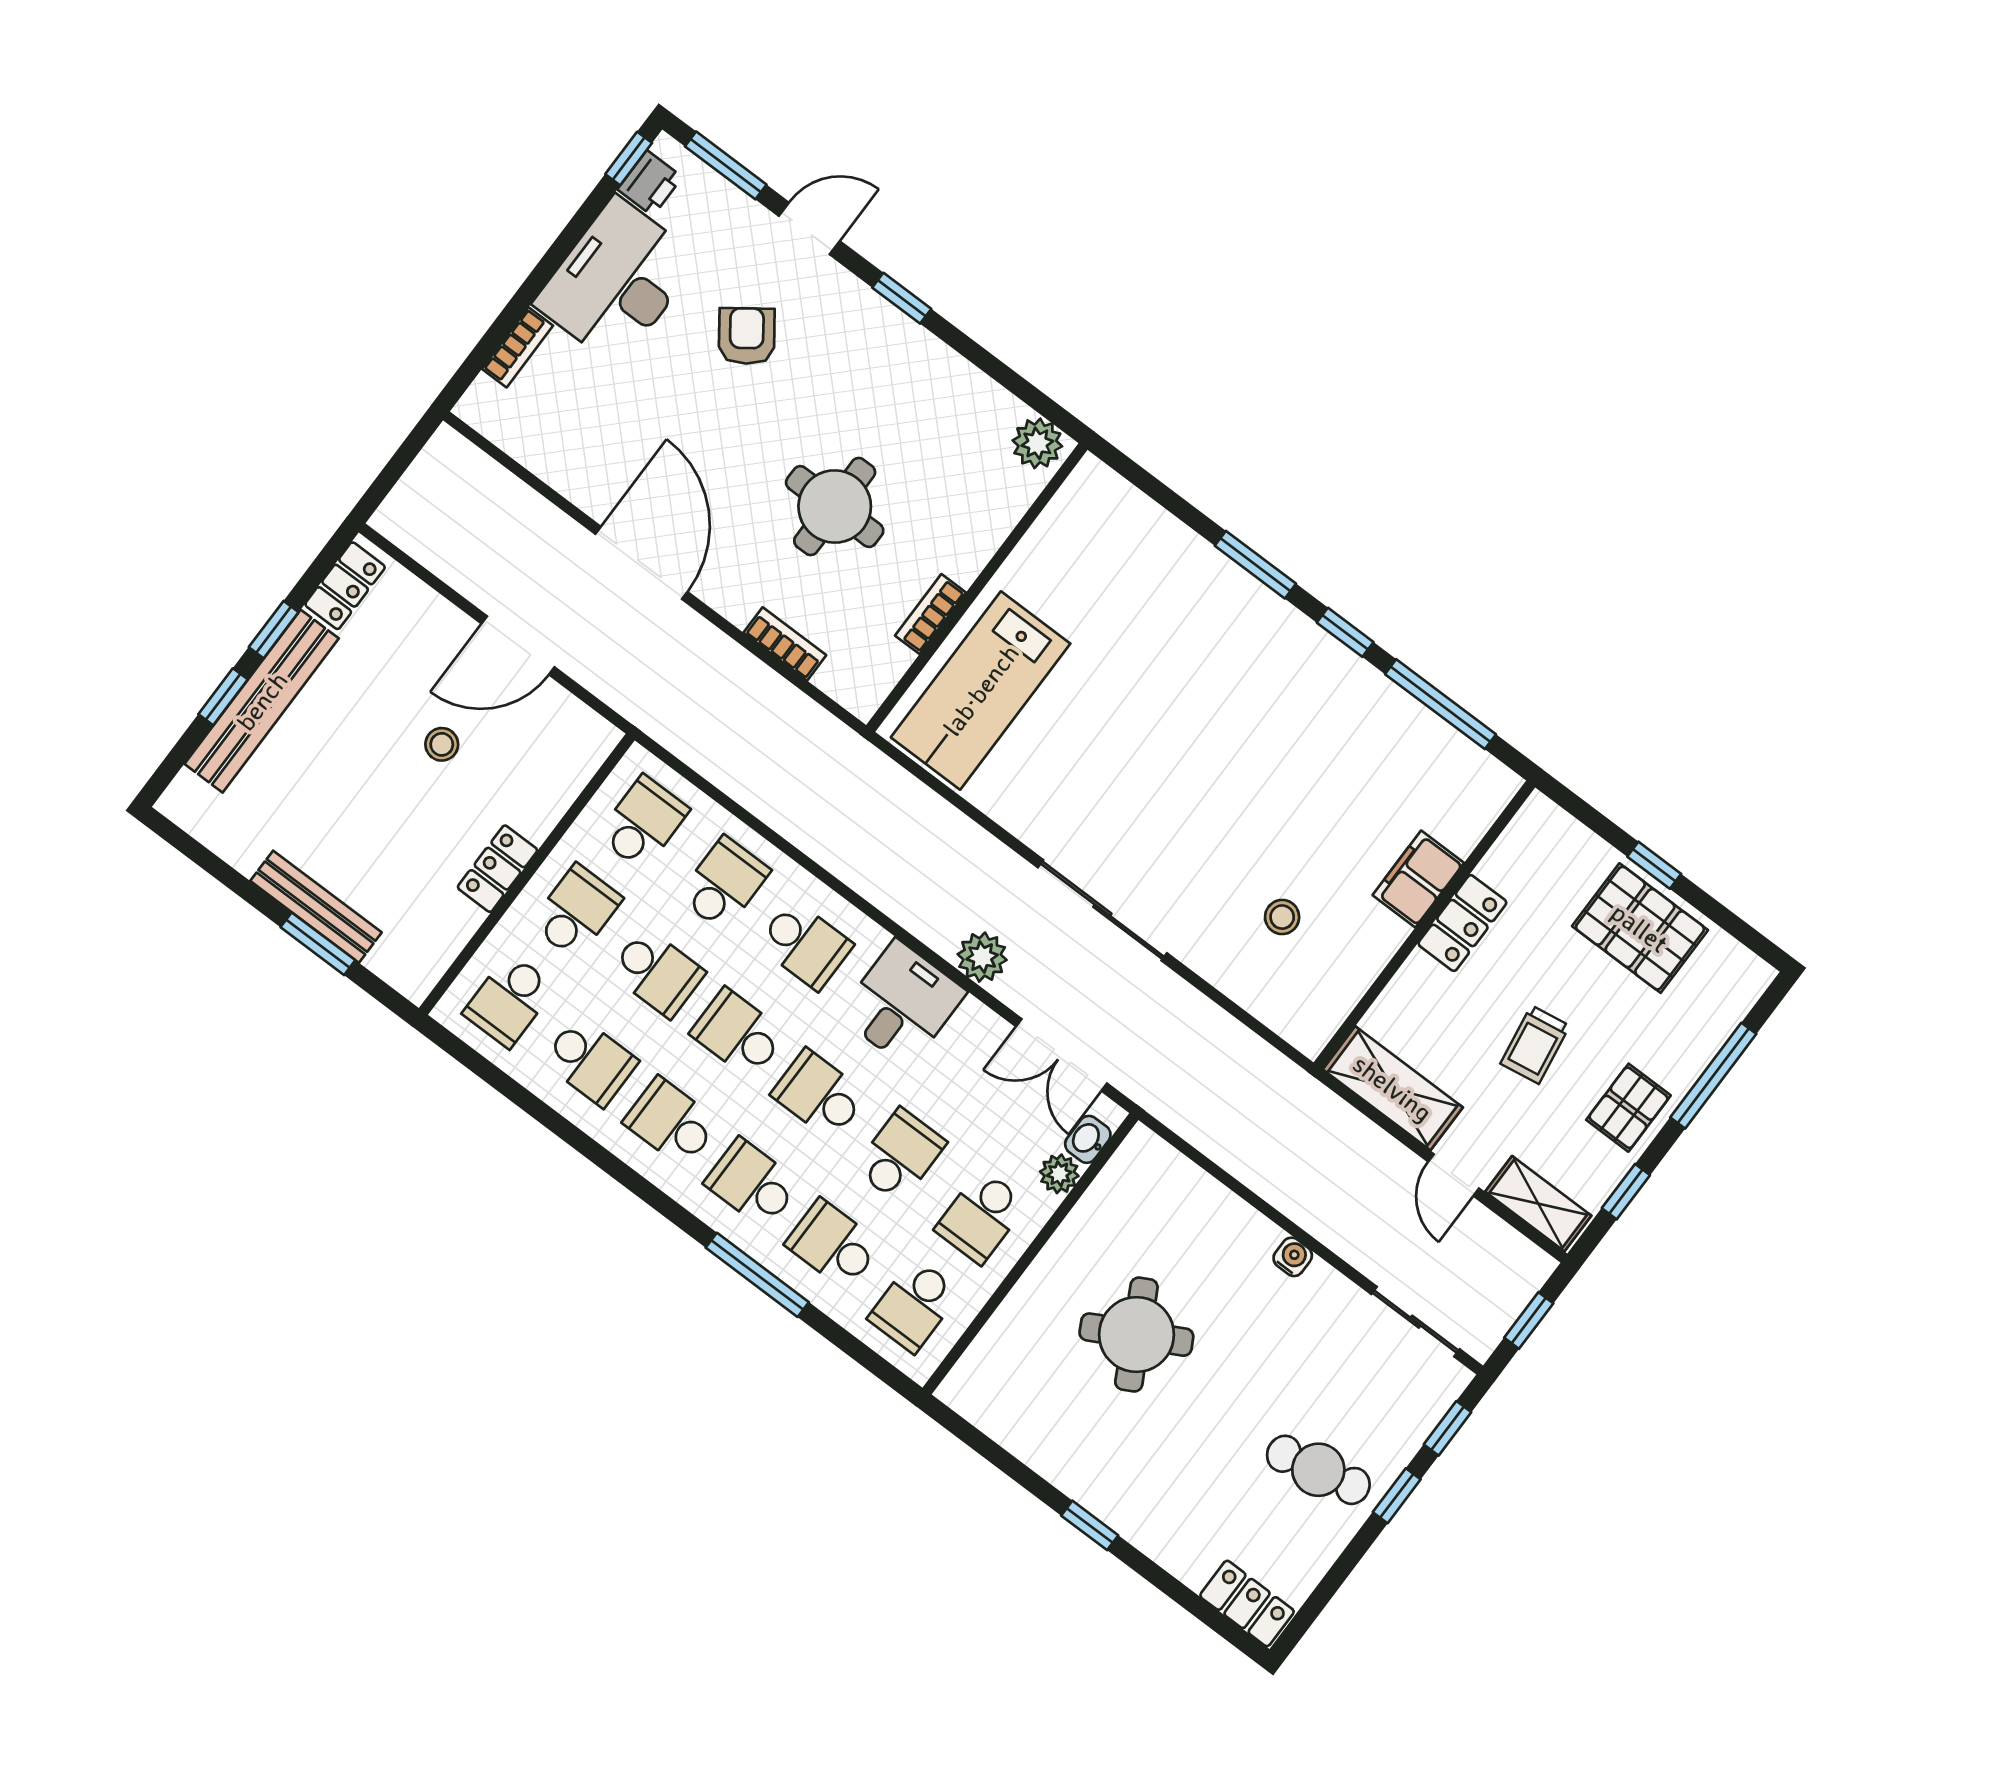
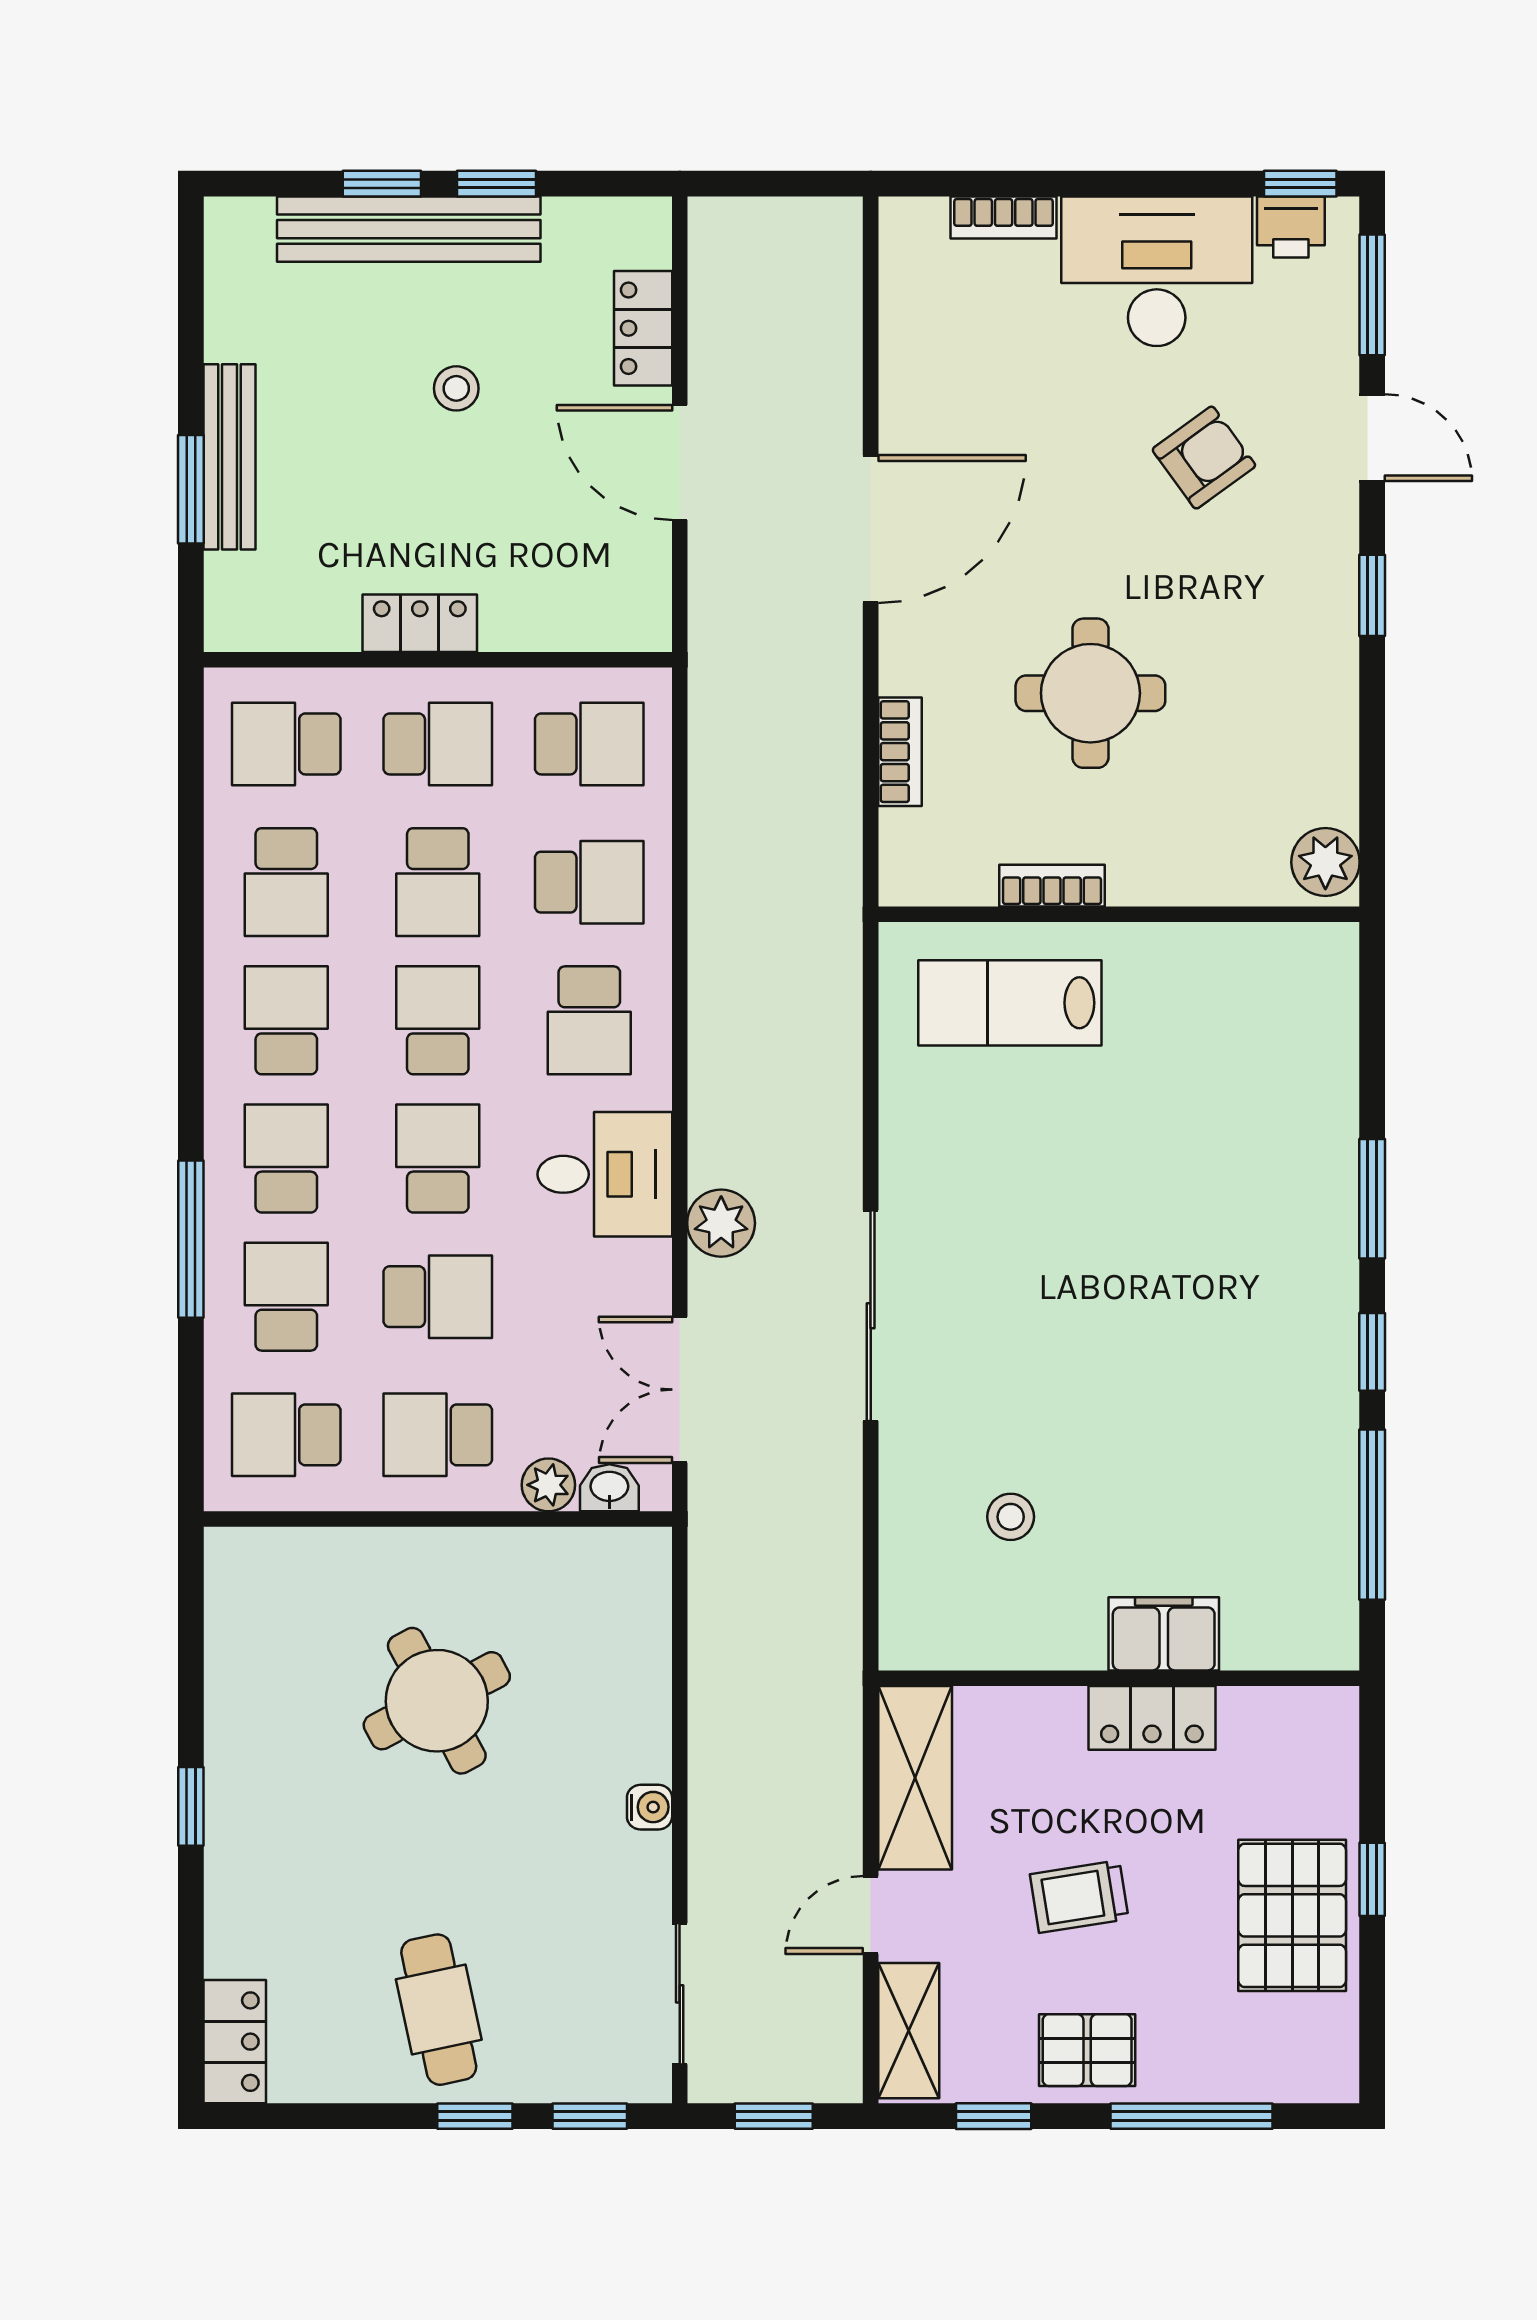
locker: (345, 586) -> (643, 328), moved, turned 90
lab bench: (981, 690) -> (1010, 1003), width x0.73, depth x0.72
stool: (442, 744) -> (456, 388), moved

